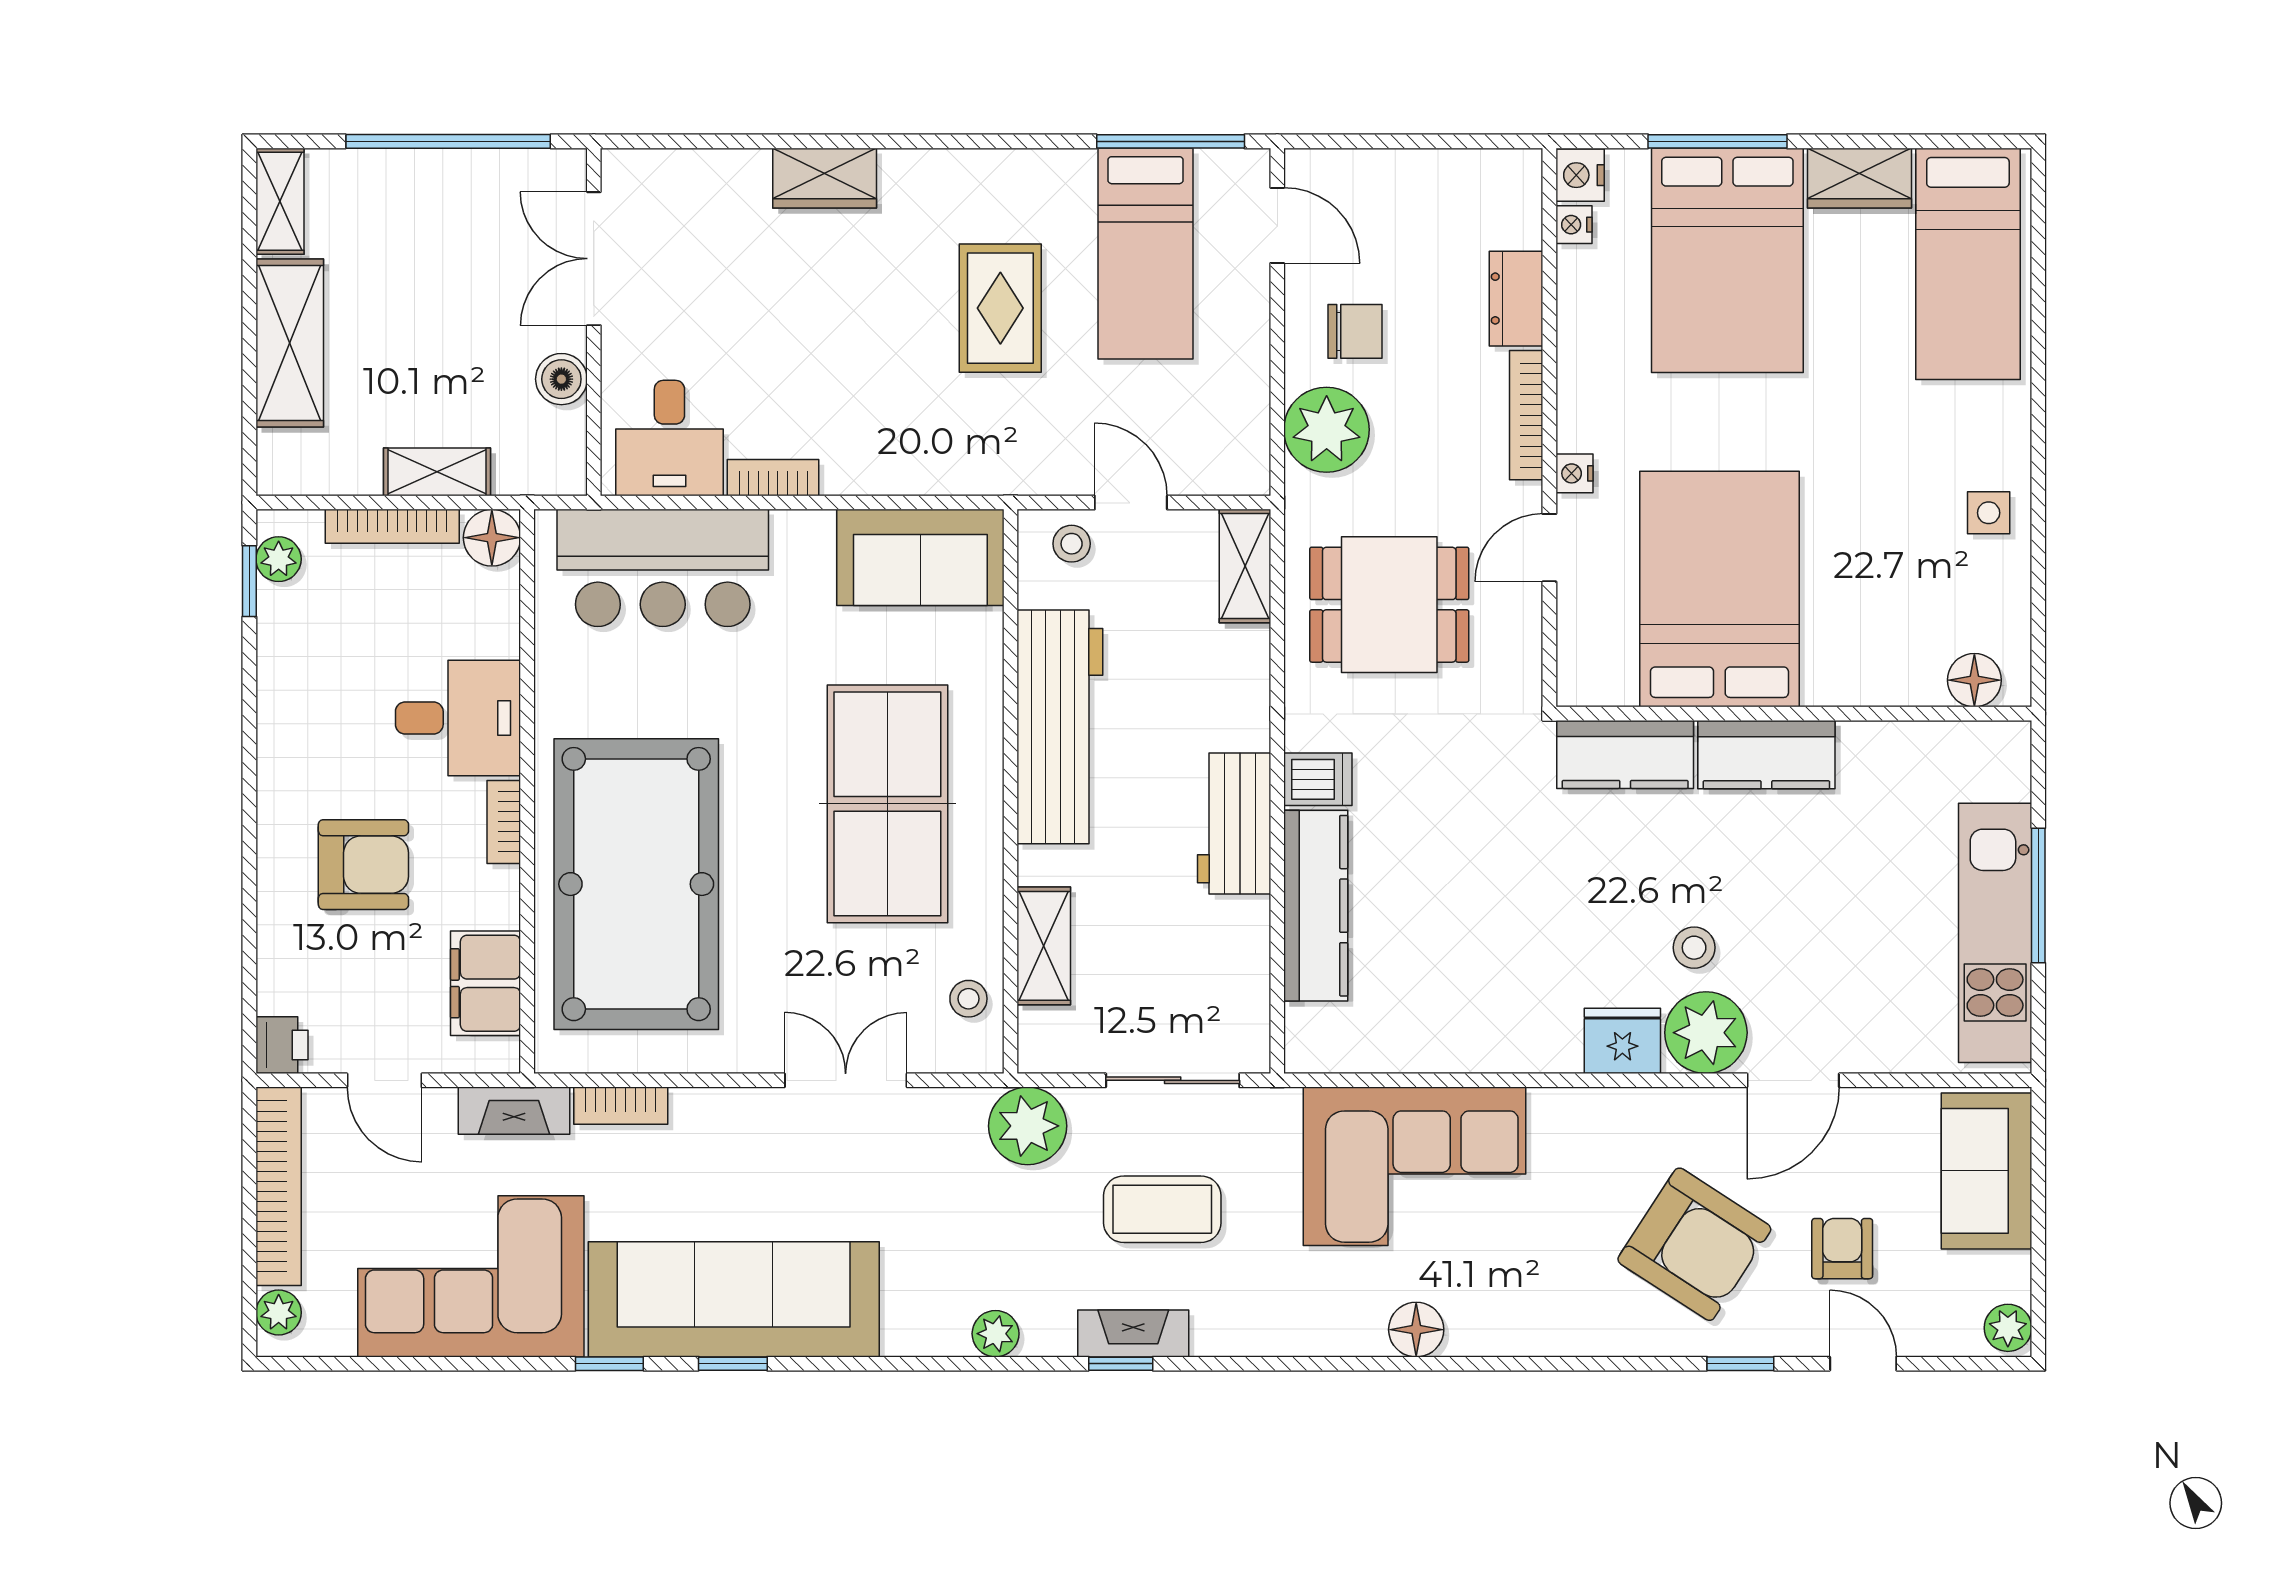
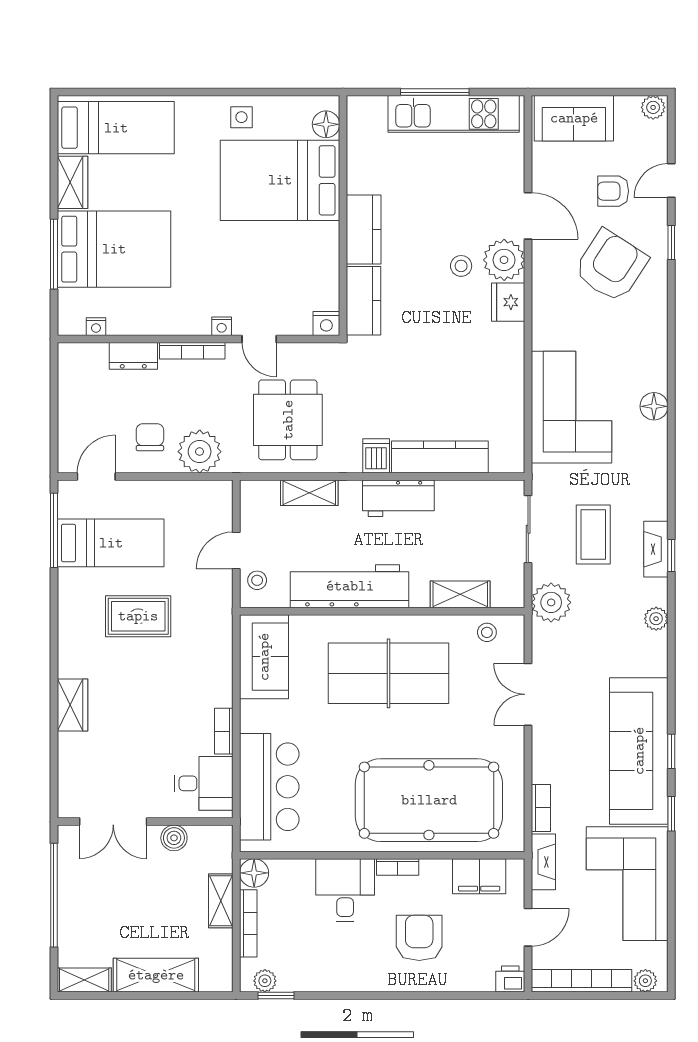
nightstand: (1580, 175) -> (326, 323), moved
shelving: (1245, 566) -> (309, 493), moved
bed: (1719, 589) -> (280, 180), moved

